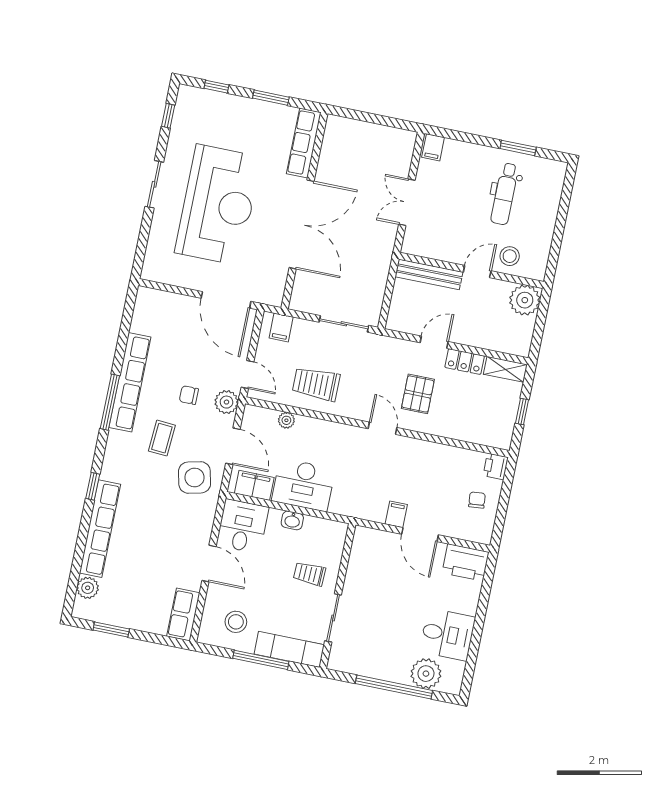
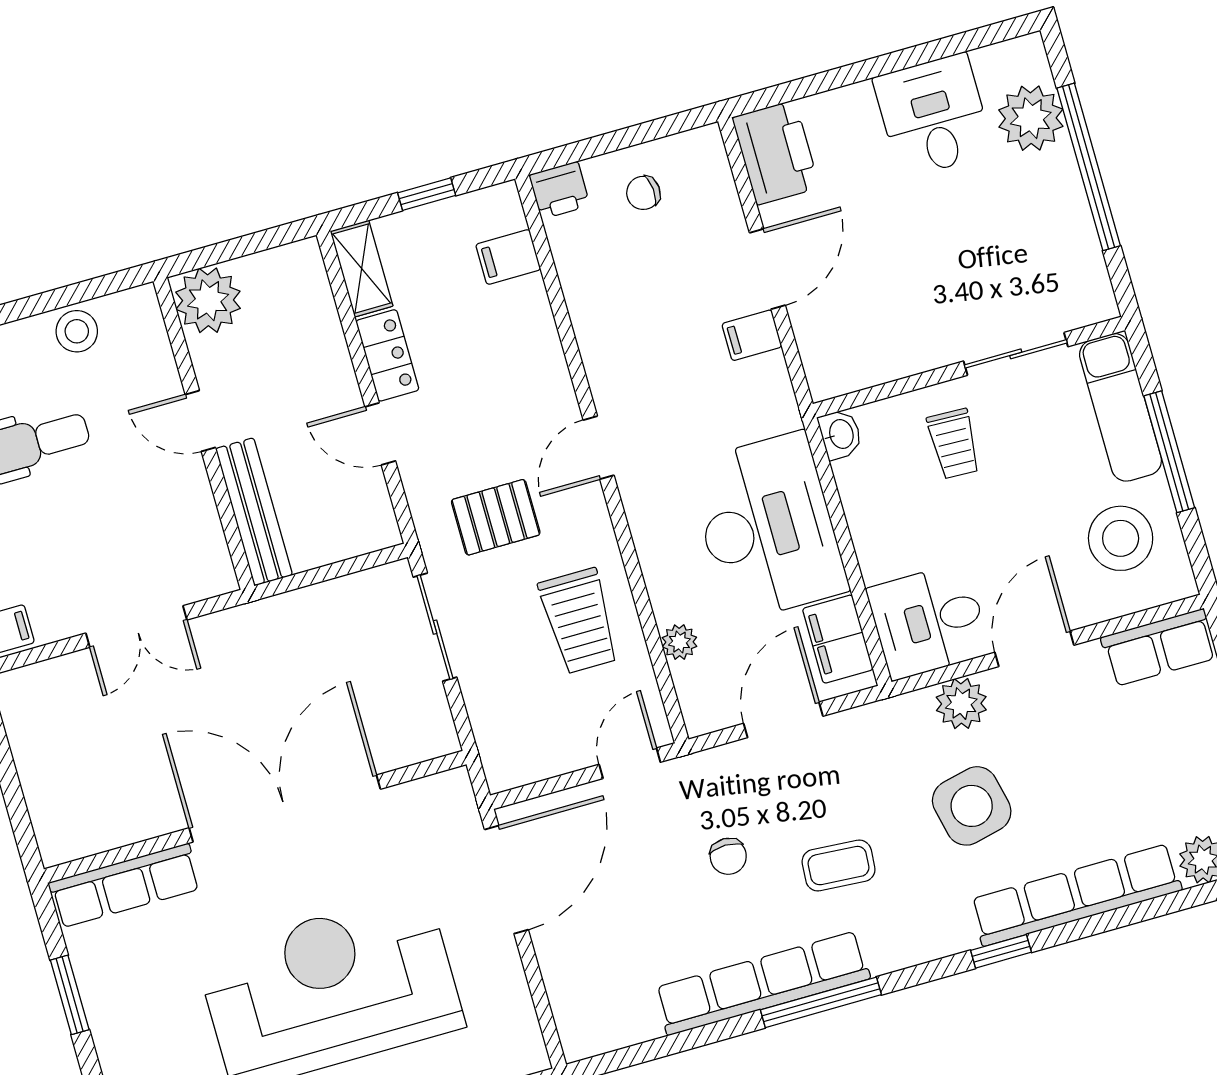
stool: (510, 256) -> (77, 331), moved
filing cabinet: (281, 327) -> (508, 257), moved, turned 180
pallet: (418, 394) -> (496, 517), moved
plant: (226, 402) -> (961, 704), moved
side table: (195, 477) -> (972, 806), moved
desk: (303, 485) -> (767, 527), width x1.36, depth x1.30
washbasin: (292, 520) -> (840, 434), moved
stool: (236, 622) -> (1121, 538), width x1.38, depth x1.38

